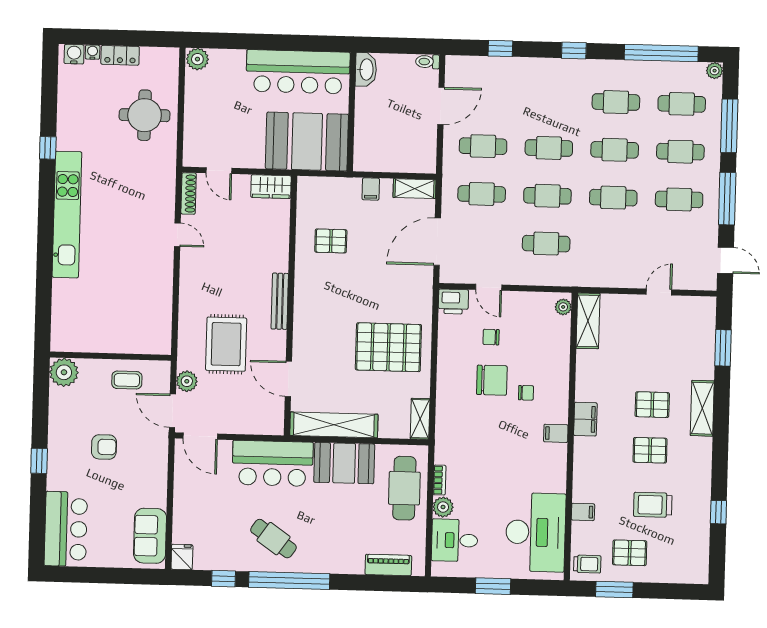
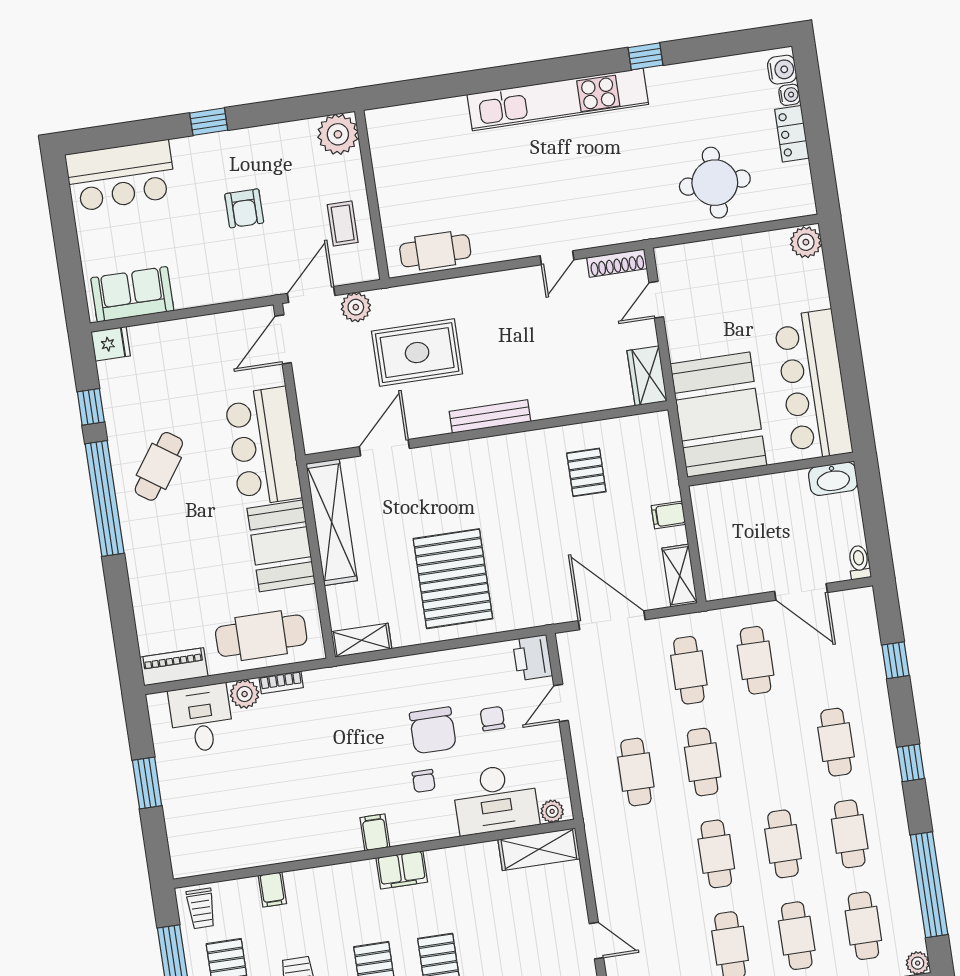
cafe table: (549, 148) -> (836, 742), moved
cafe table: (157, 319) -> (435, 251), added
desk: (536, 532) -> (495, 799), moved, width x0.73, depth x0.77
piano: (388, 565) -> (174, 667), moved, turned -90

